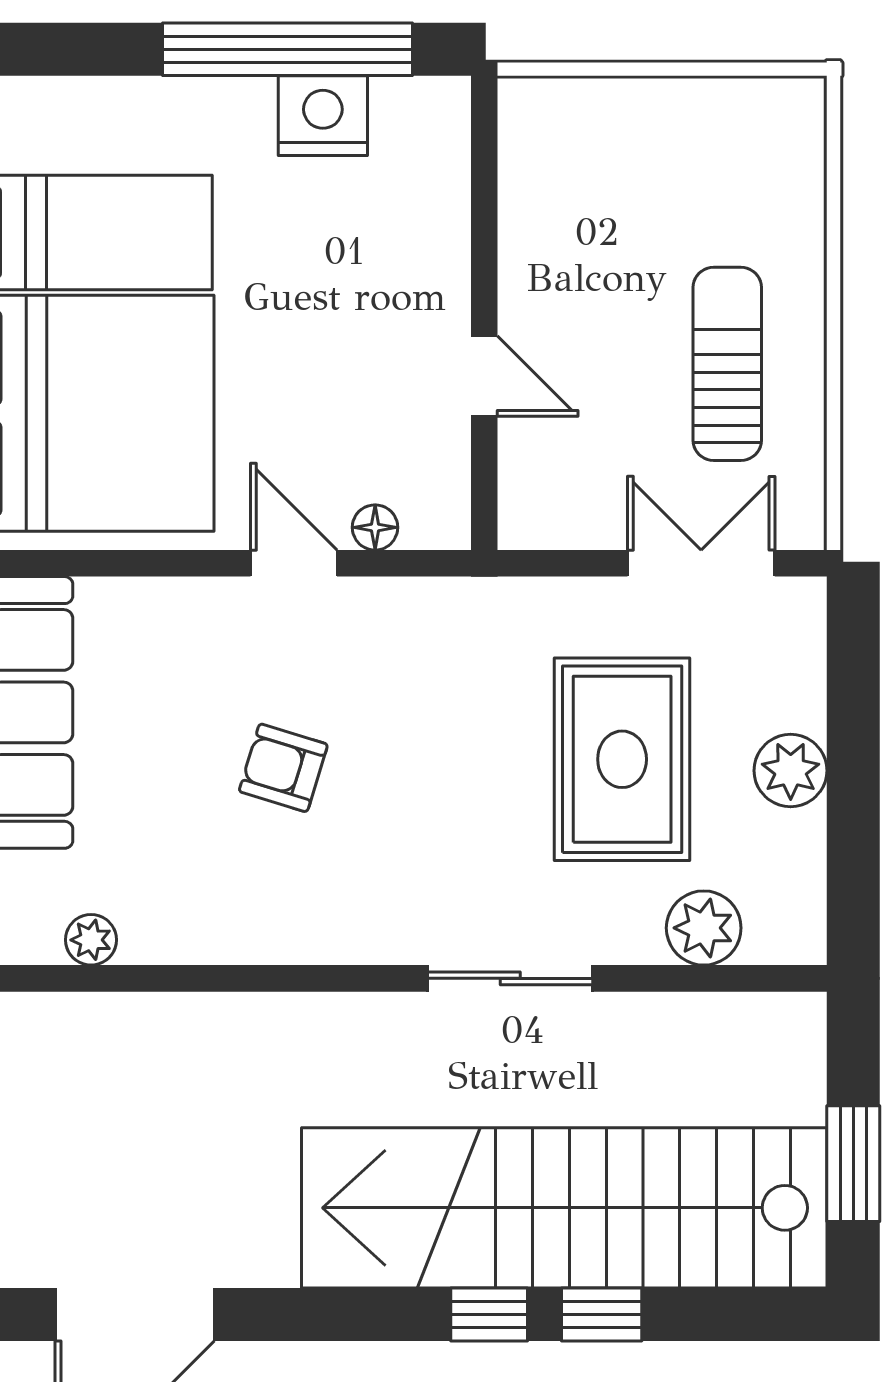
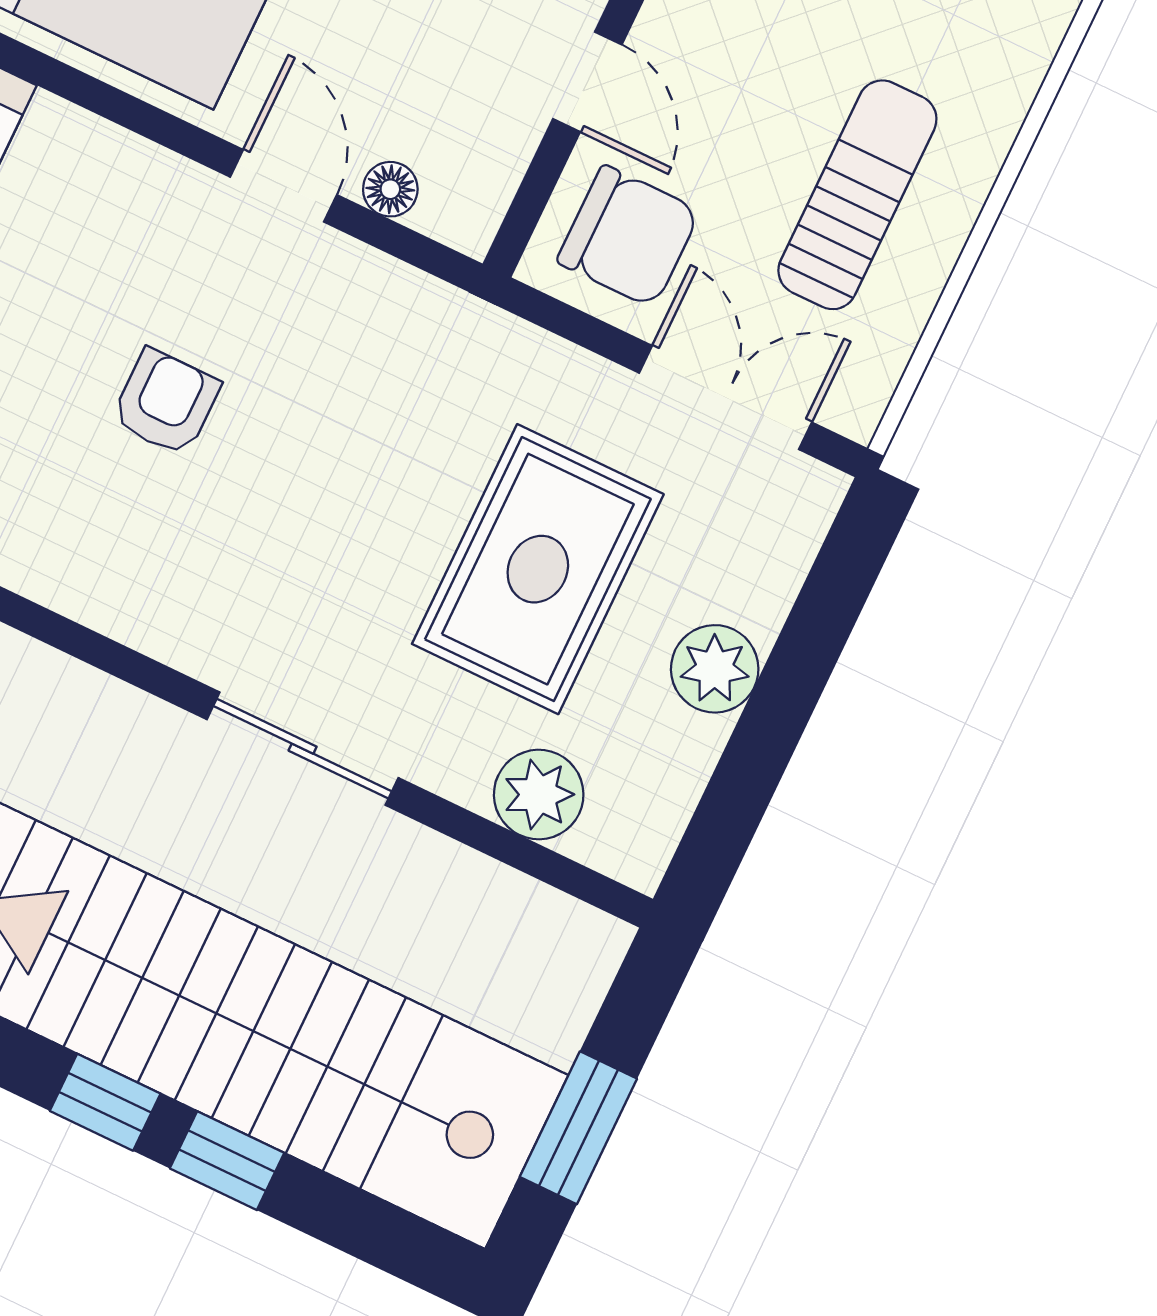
chair: (570, 477) -> (628, 236), added
armchair: (283, 768) -> (166, 402), turned 73

